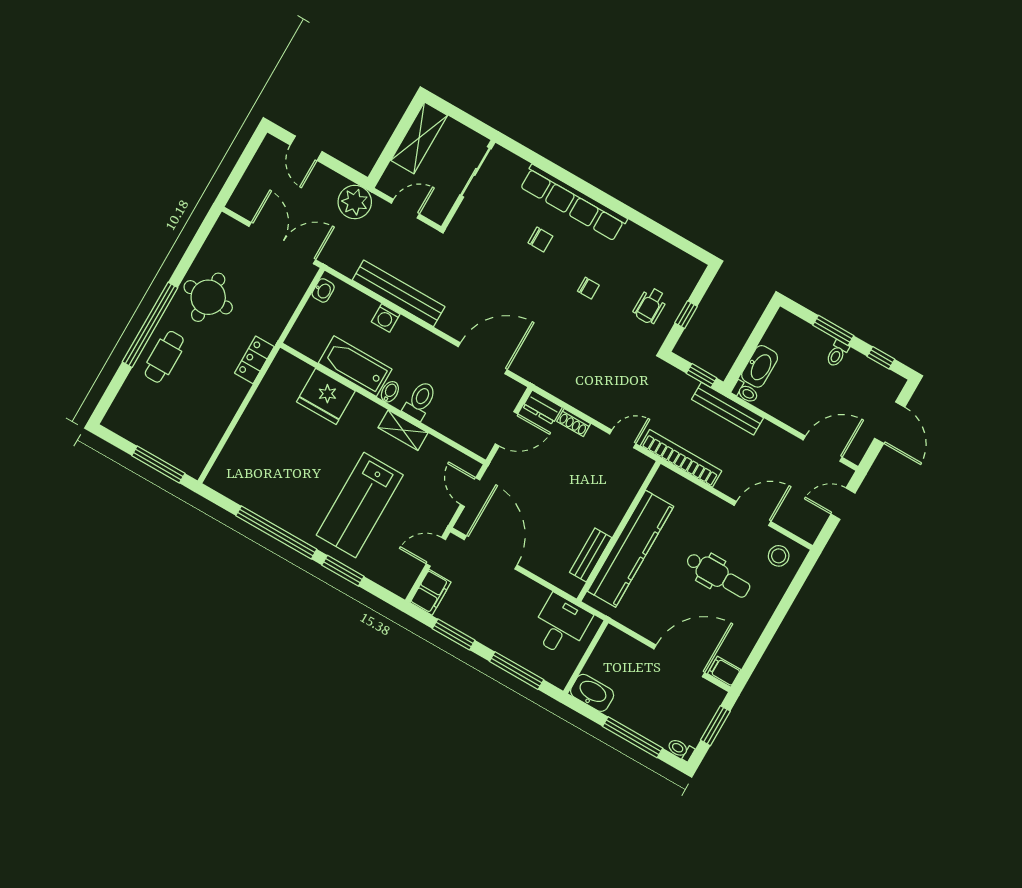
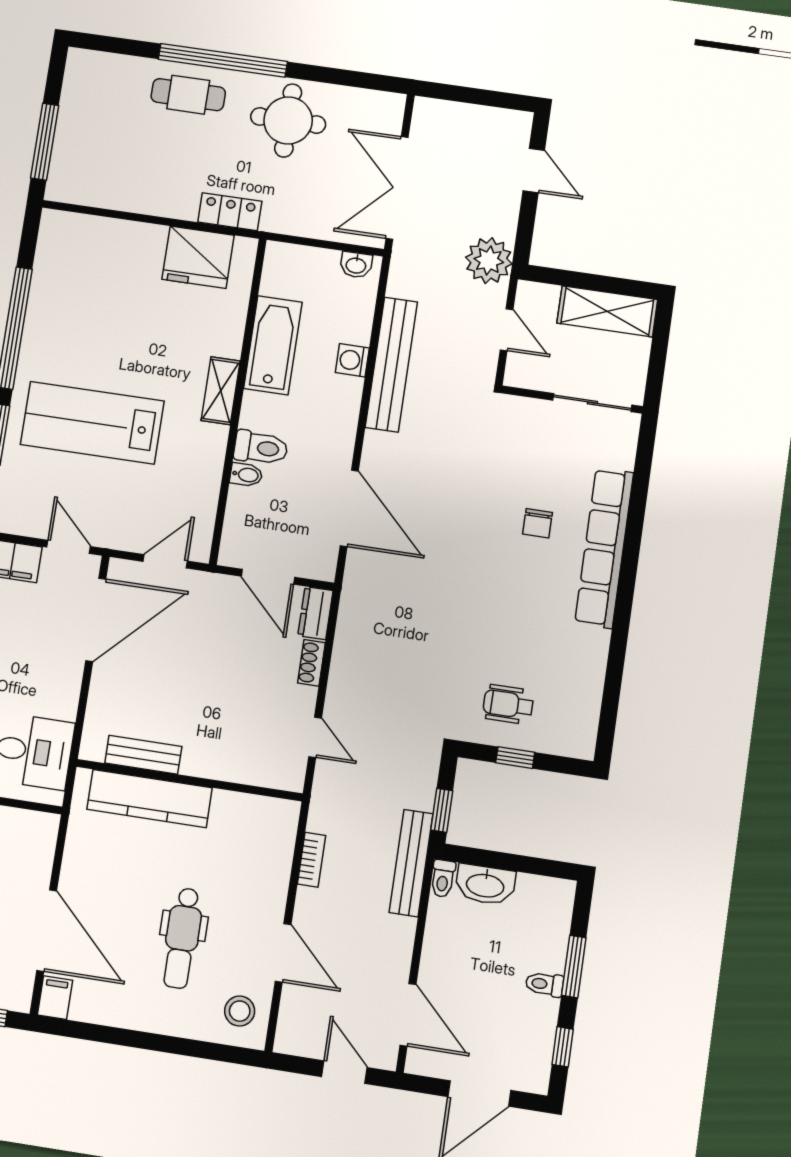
door: (306, 148) -> (534, 170), swing flipped
double door: (282, 243) -> (397, 188), swing flipped
chair: (588, 288) -> (498, 612), removed
bidet: (390, 392) -> (246, 475), moved
fridge: (326, 396) -> (198, 257), moved, turned -90
shelving: (403, 430) -> (221, 391), moved
bookcase: (681, 458) -> (311, 860), width x0.43, depth x0.76
kitchen counter: (631, 549) -> (150, 799), width x0.72, depth x0.86

